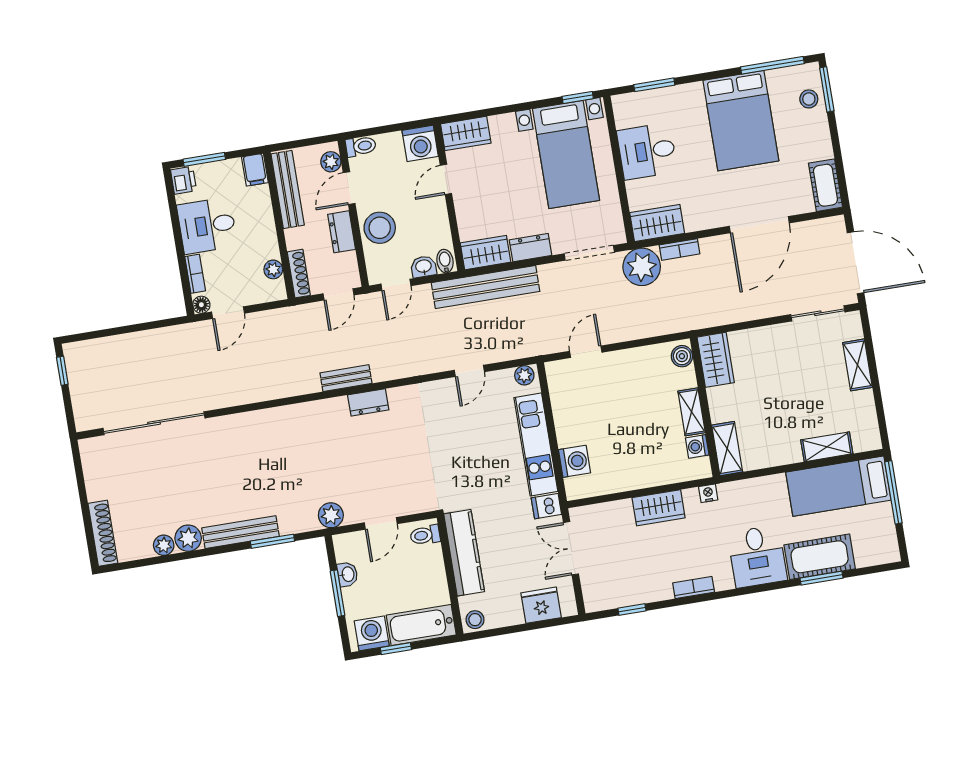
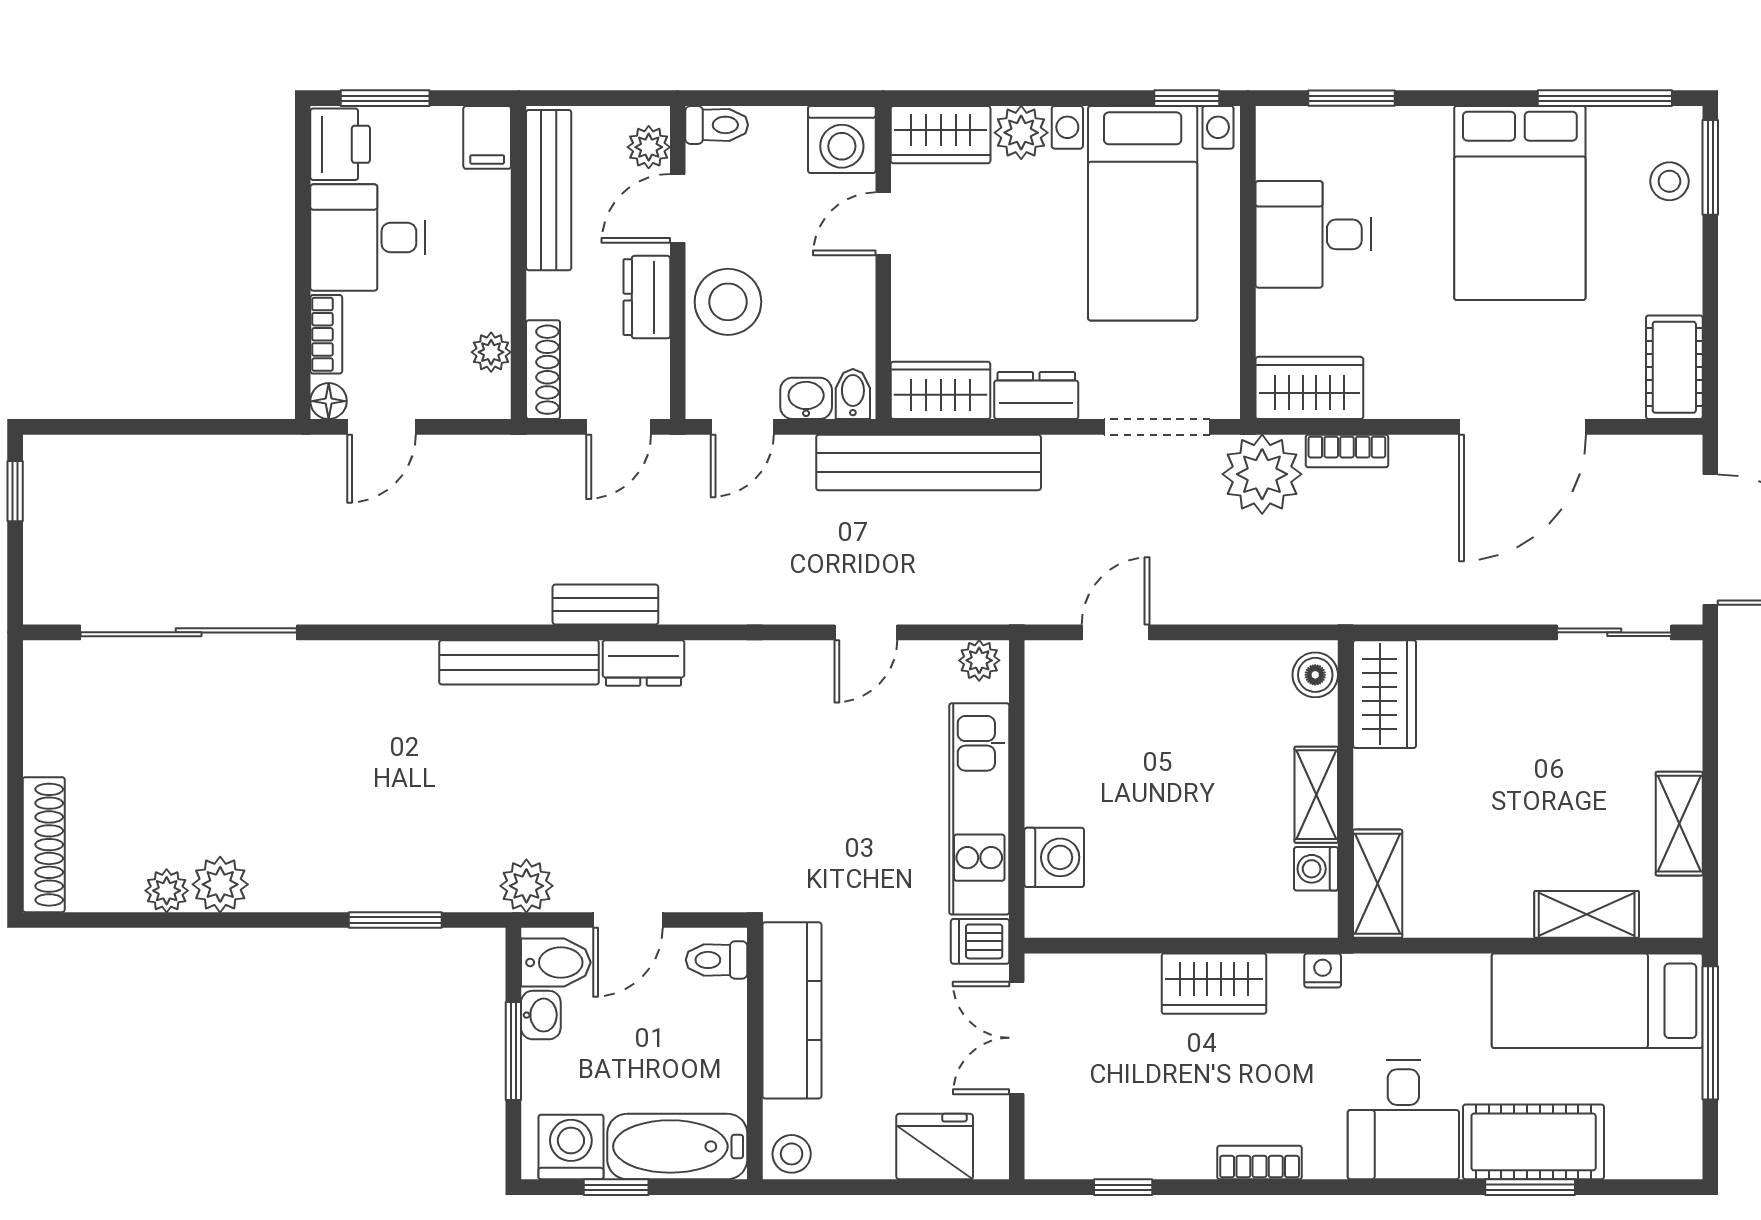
plant: (503, 126) -> (1021, 133), added
printer: (184, 180) -> (340, 144), width x1.36, depth x1.24
shelving: (858, 365) -> (1679, 824), moved
bench: (241, 532) -> (519, 662), moved
bidet: (350, 549) -> (556, 962), added

